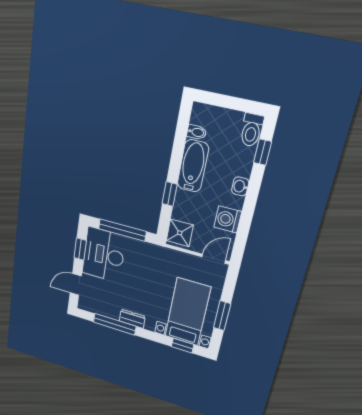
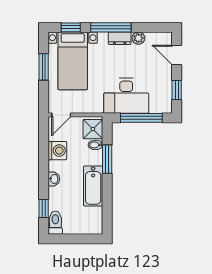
bidet: (197, 132) -> (95, 145), moved
window: (170, 194) -> (107, 159), width x1.50
desk: (104, 255) -> (126, 96), moved, turned 90
door: (76, 284) -> (177, 55), swing flipped
plant: (113, 313) -> (138, 38), added
window: (115, 324) -> (111, 27), moved

